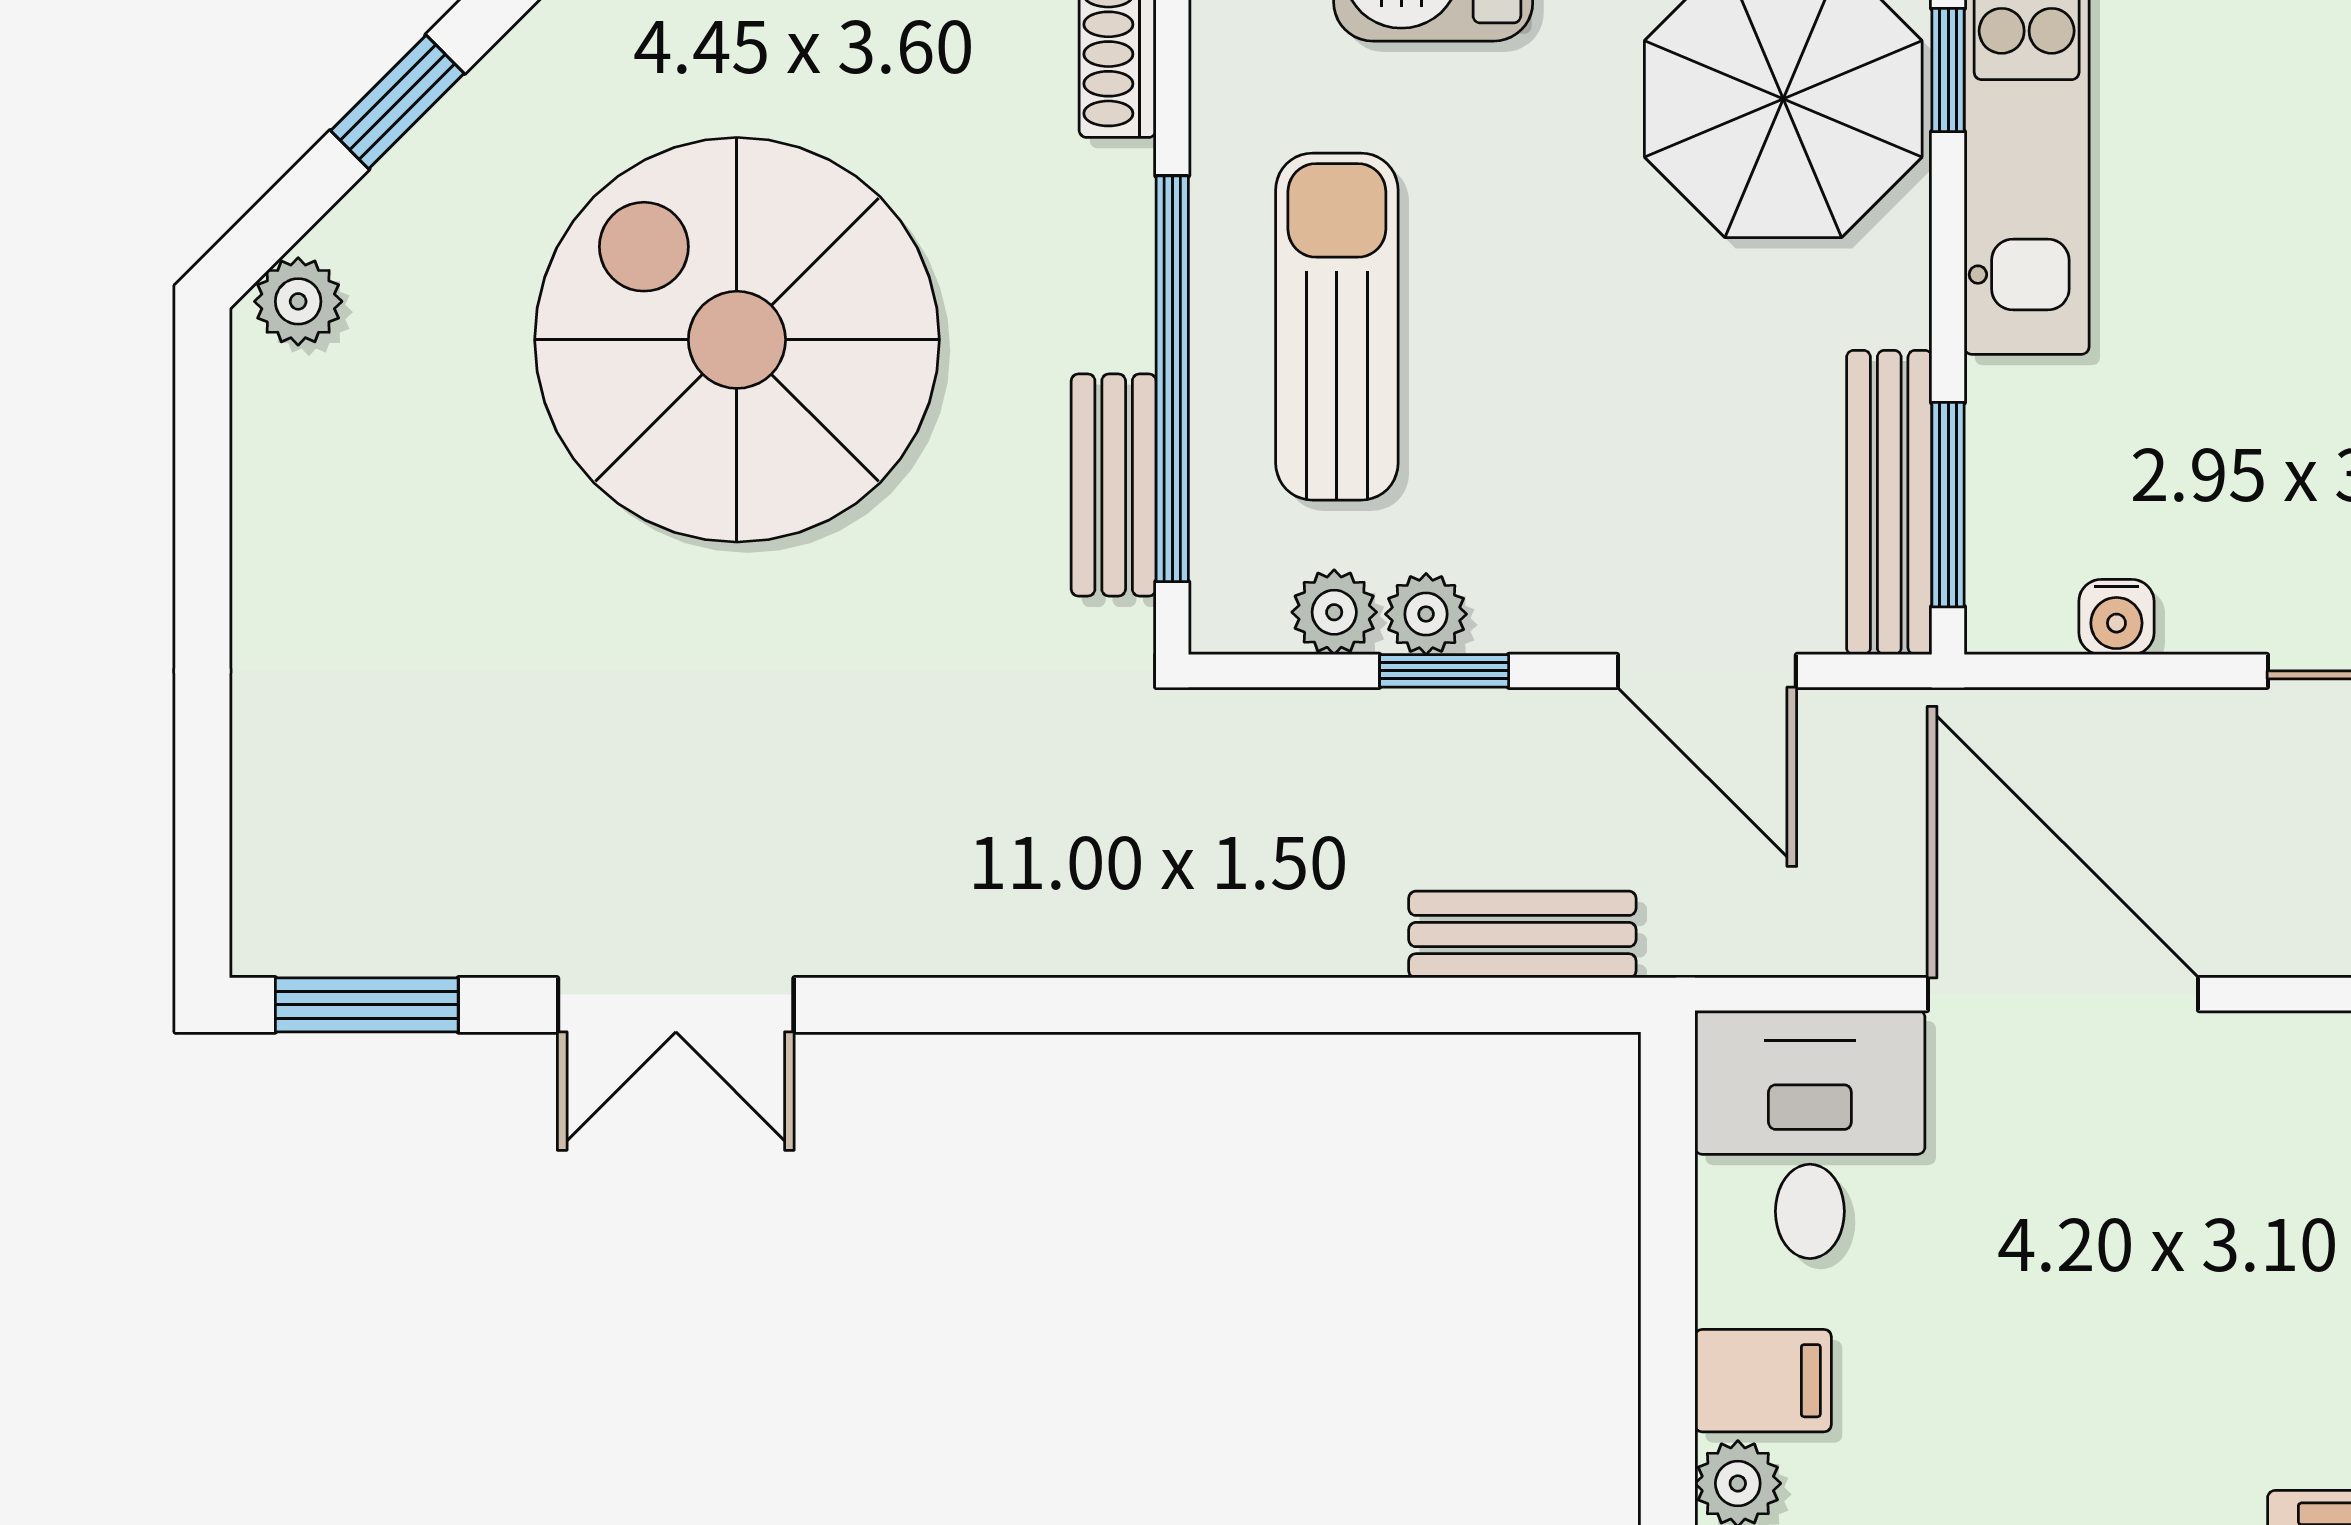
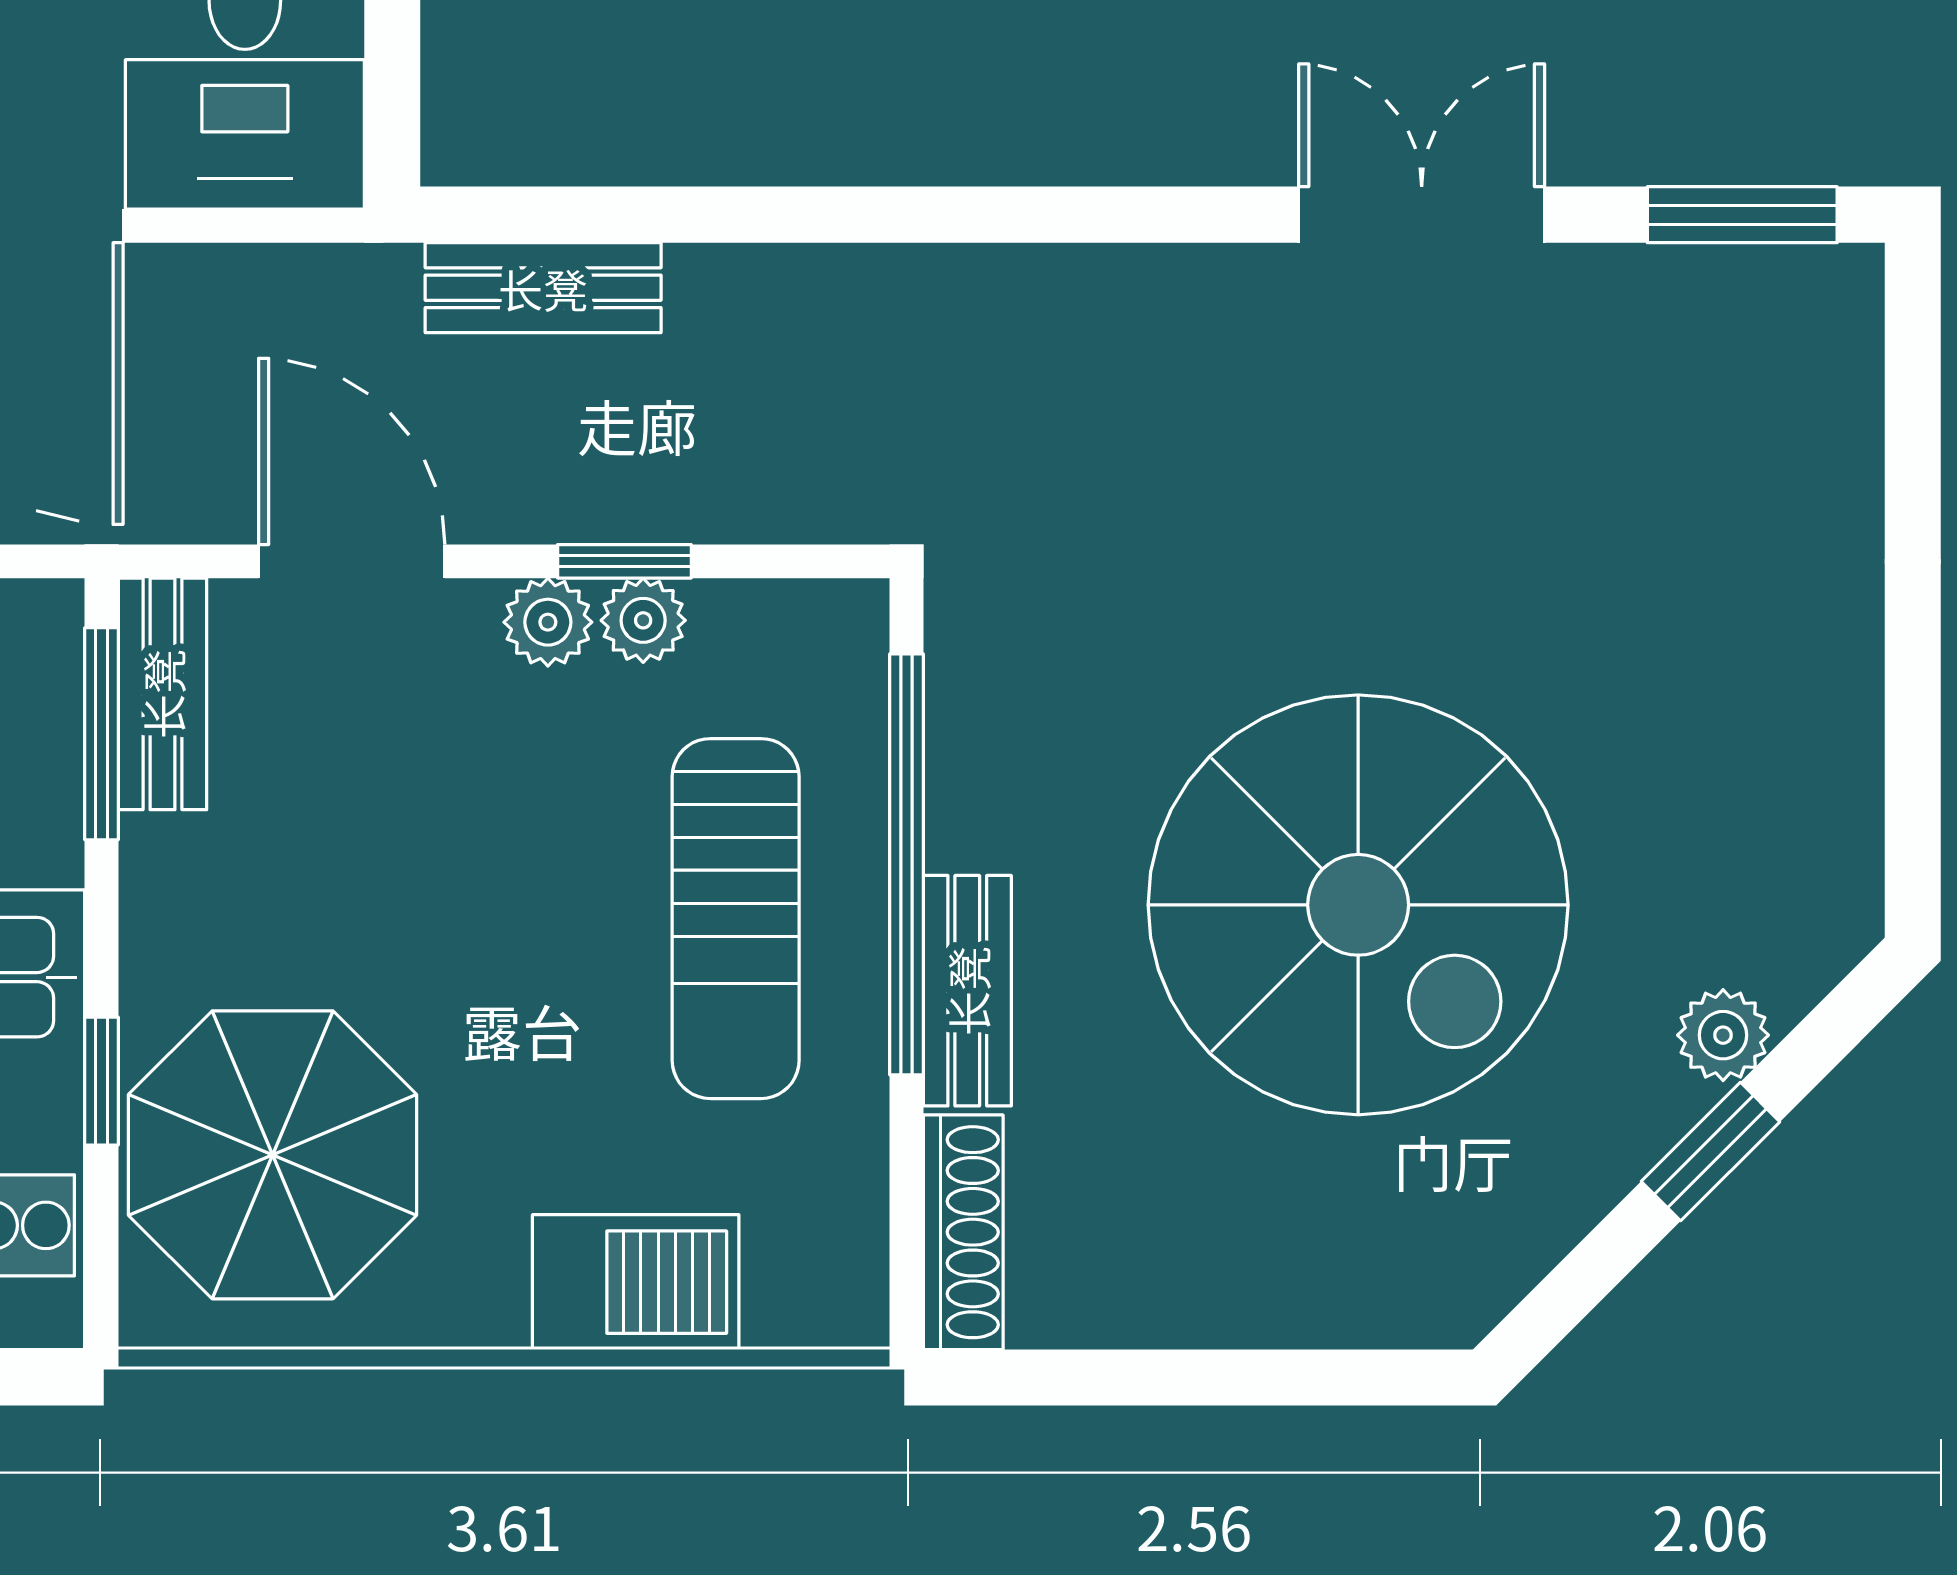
window: (1948, 70) -> (102, 1081), moved
plant: (298, 301) -> (1723, 1035), moved
bench: (1114, 485) -> (967, 991), moved
bench: (1889, 503) -> (162, 694), width x0.73
plant: (1334, 612) -> (548, 622), moved

